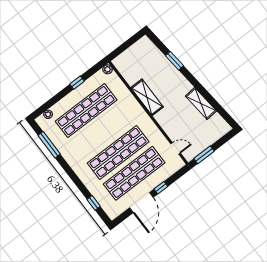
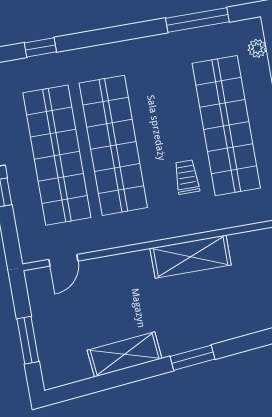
window: (174, 61) -> (193, 358), moved
trolley: (115, 116) -> (187, 177), added
window: (204, 155) -> (28, 340), moved

